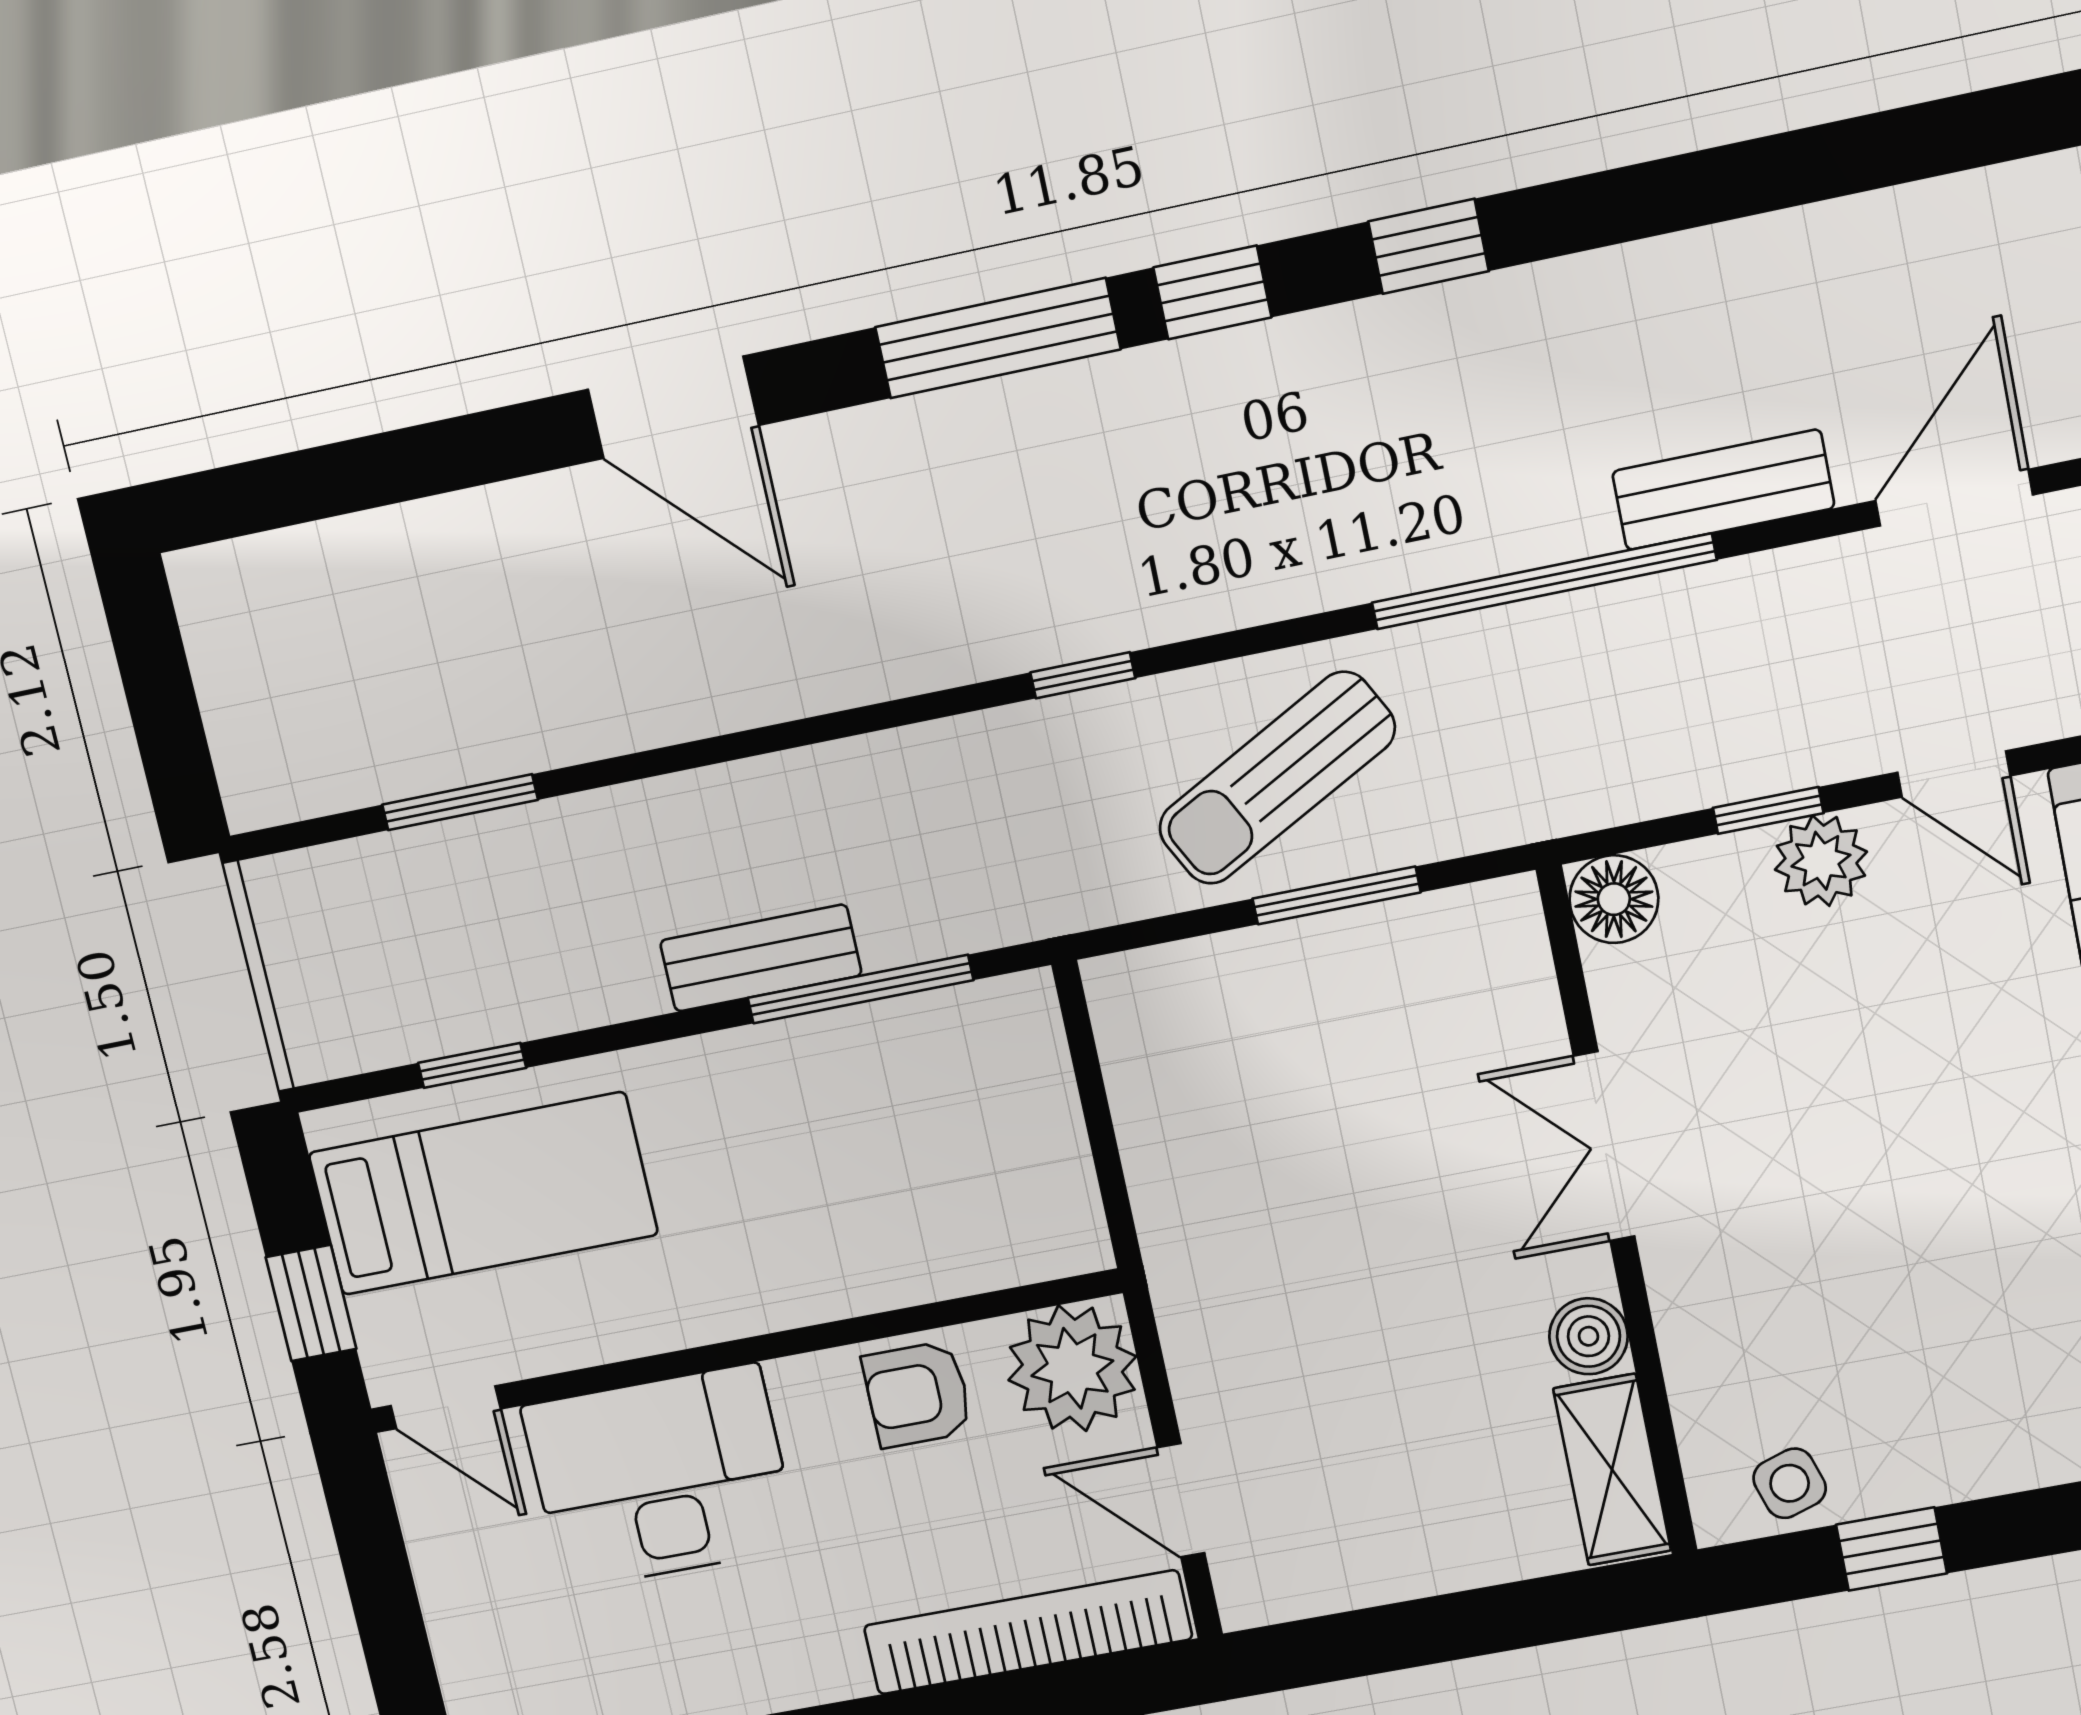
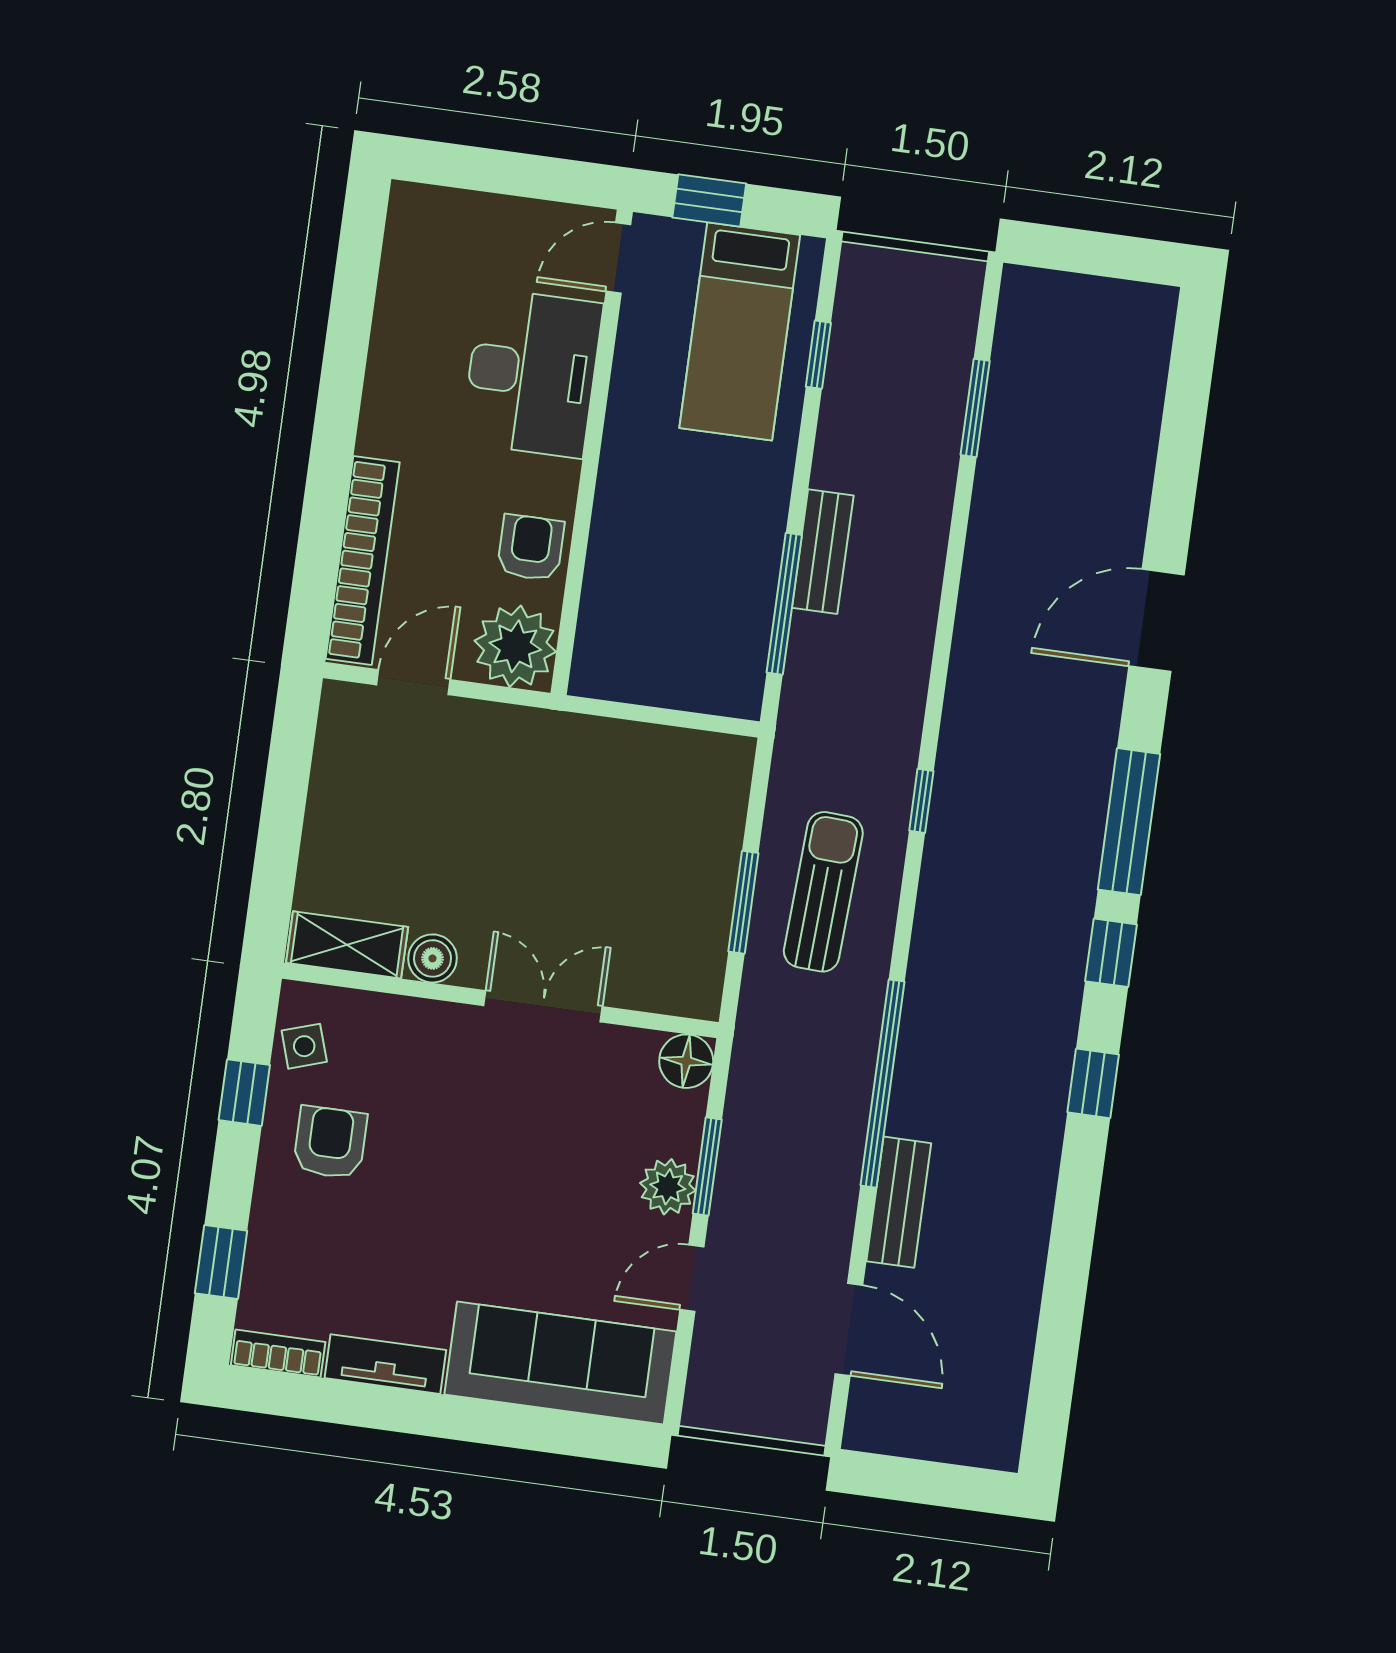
sun lounger: (1277, 778) -> (823, 892), turned 31
window: (1768, 811) -> (707, 1166), width x1.50
armchair: (1925, 1397) -> (330, 1142), added

